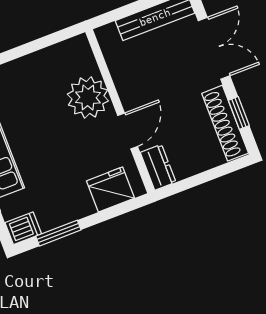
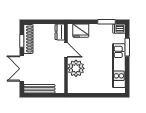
door: (128, 131) -> (66, 50), swing flipped

